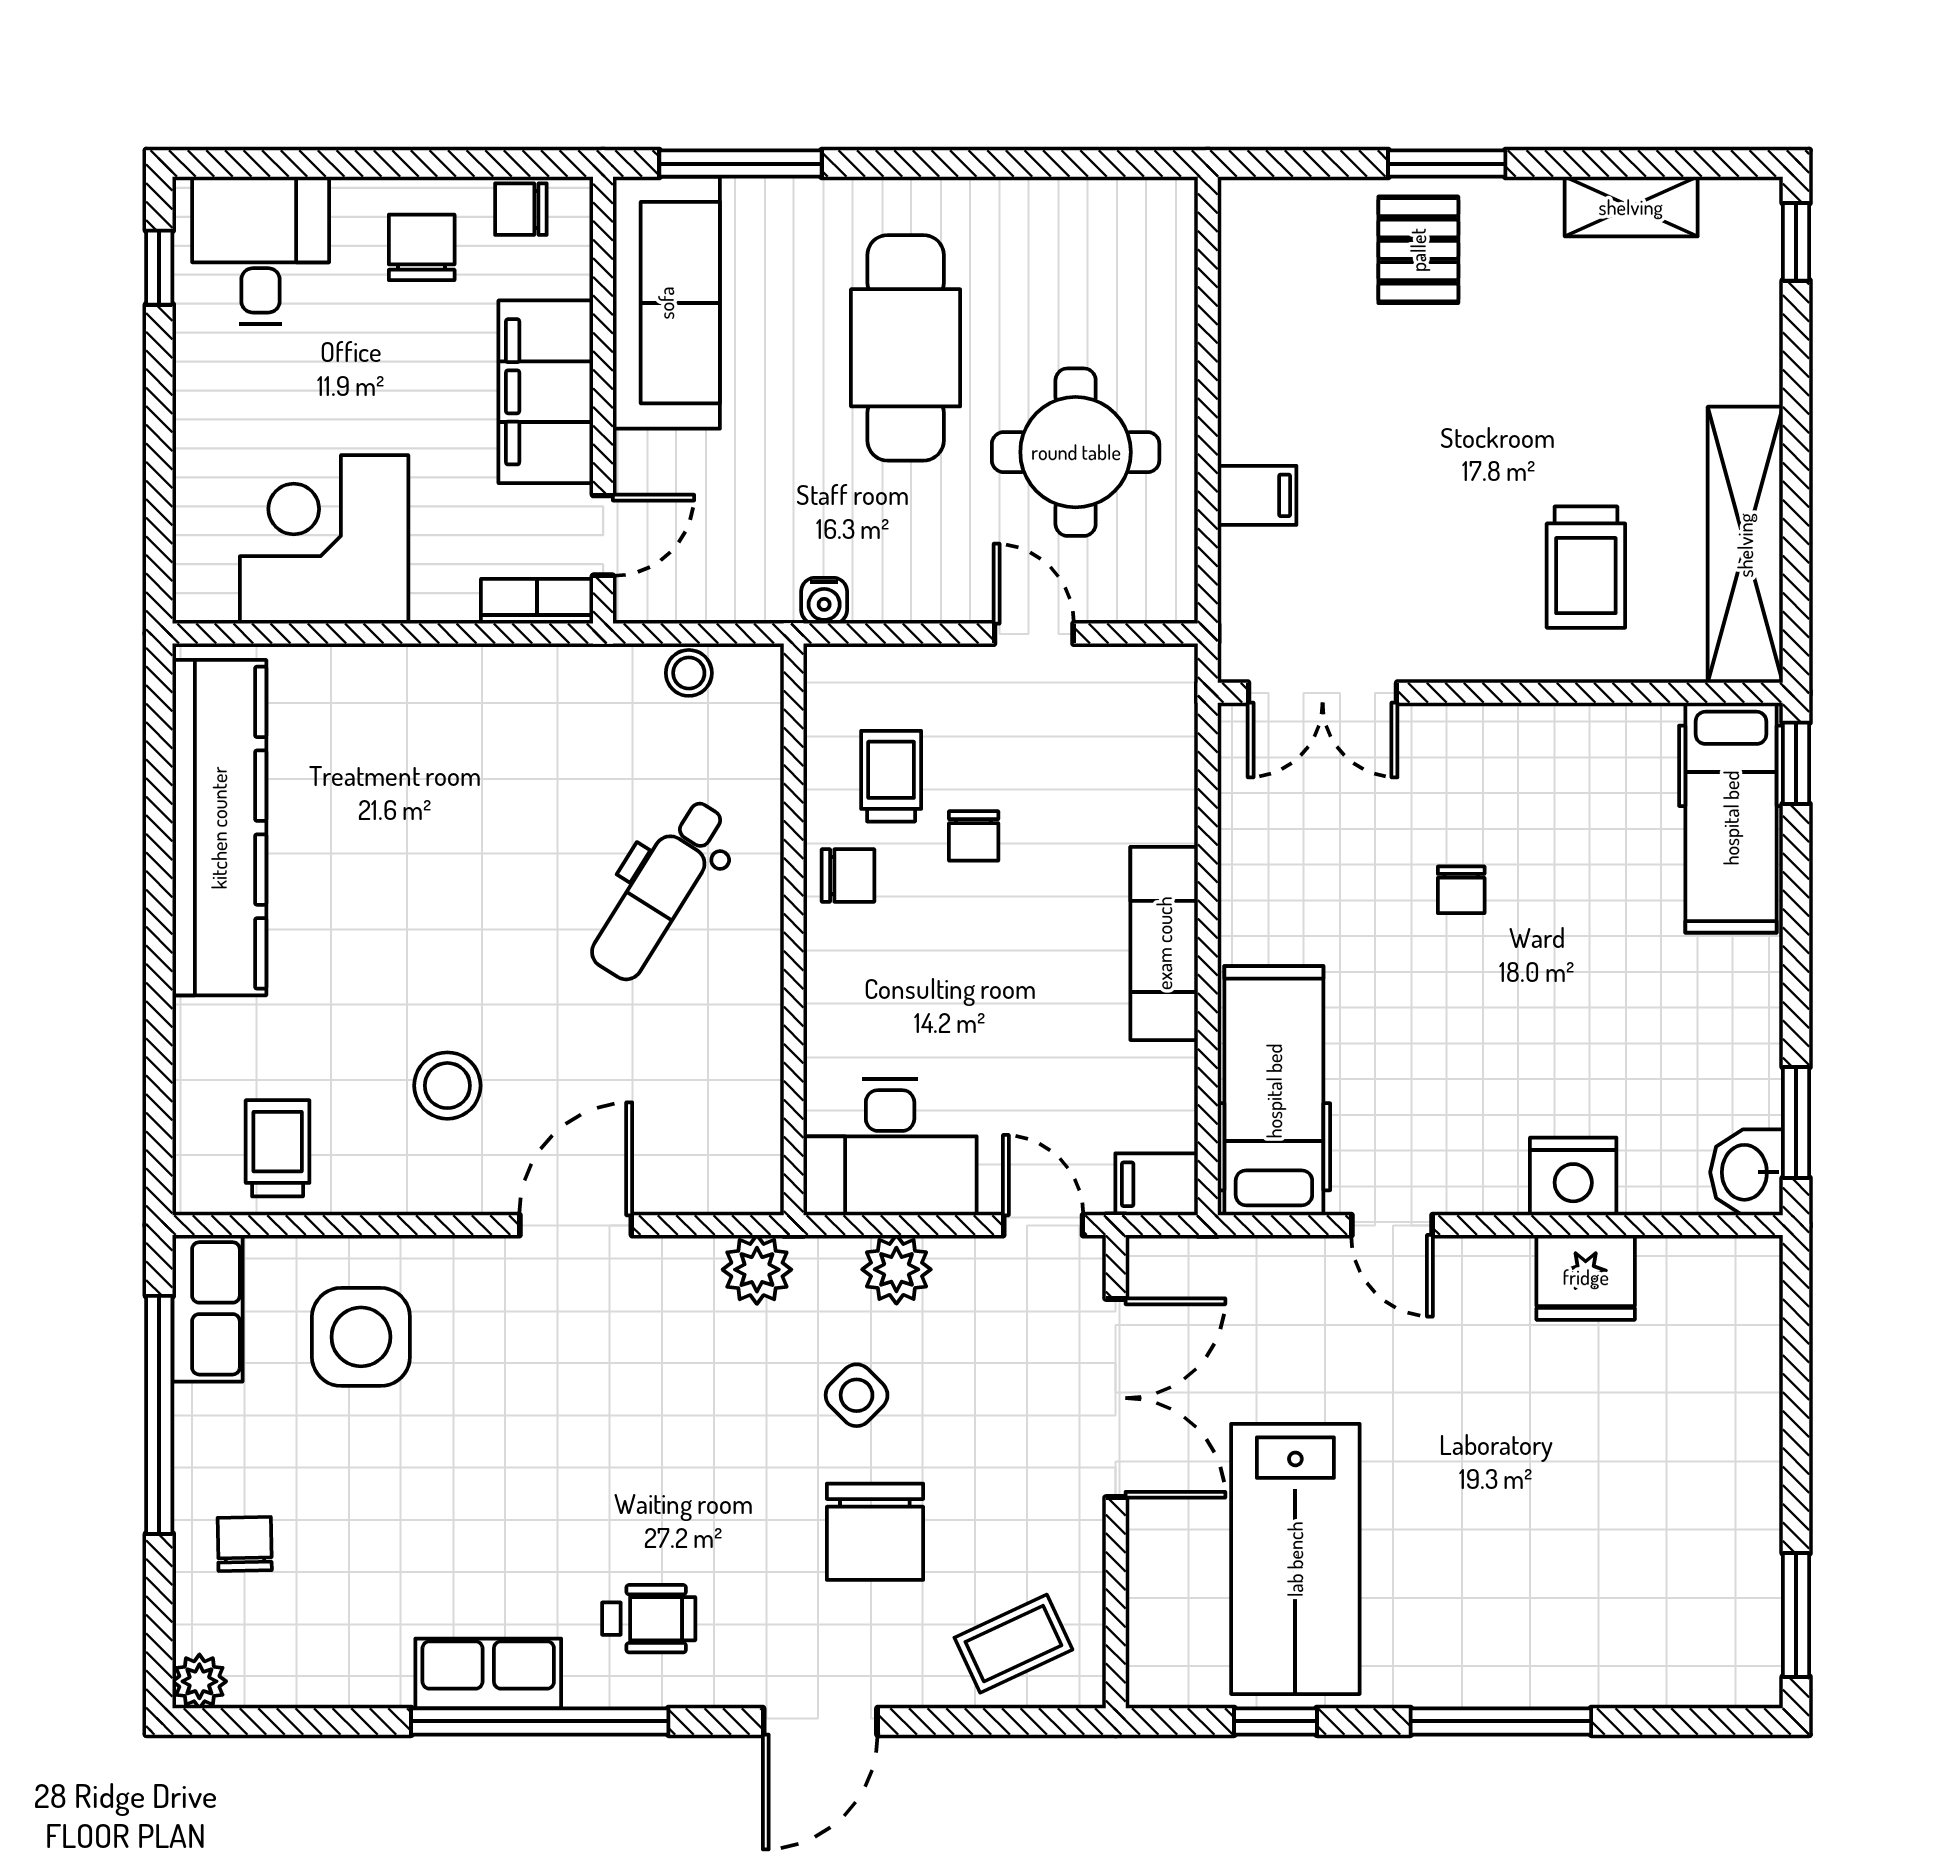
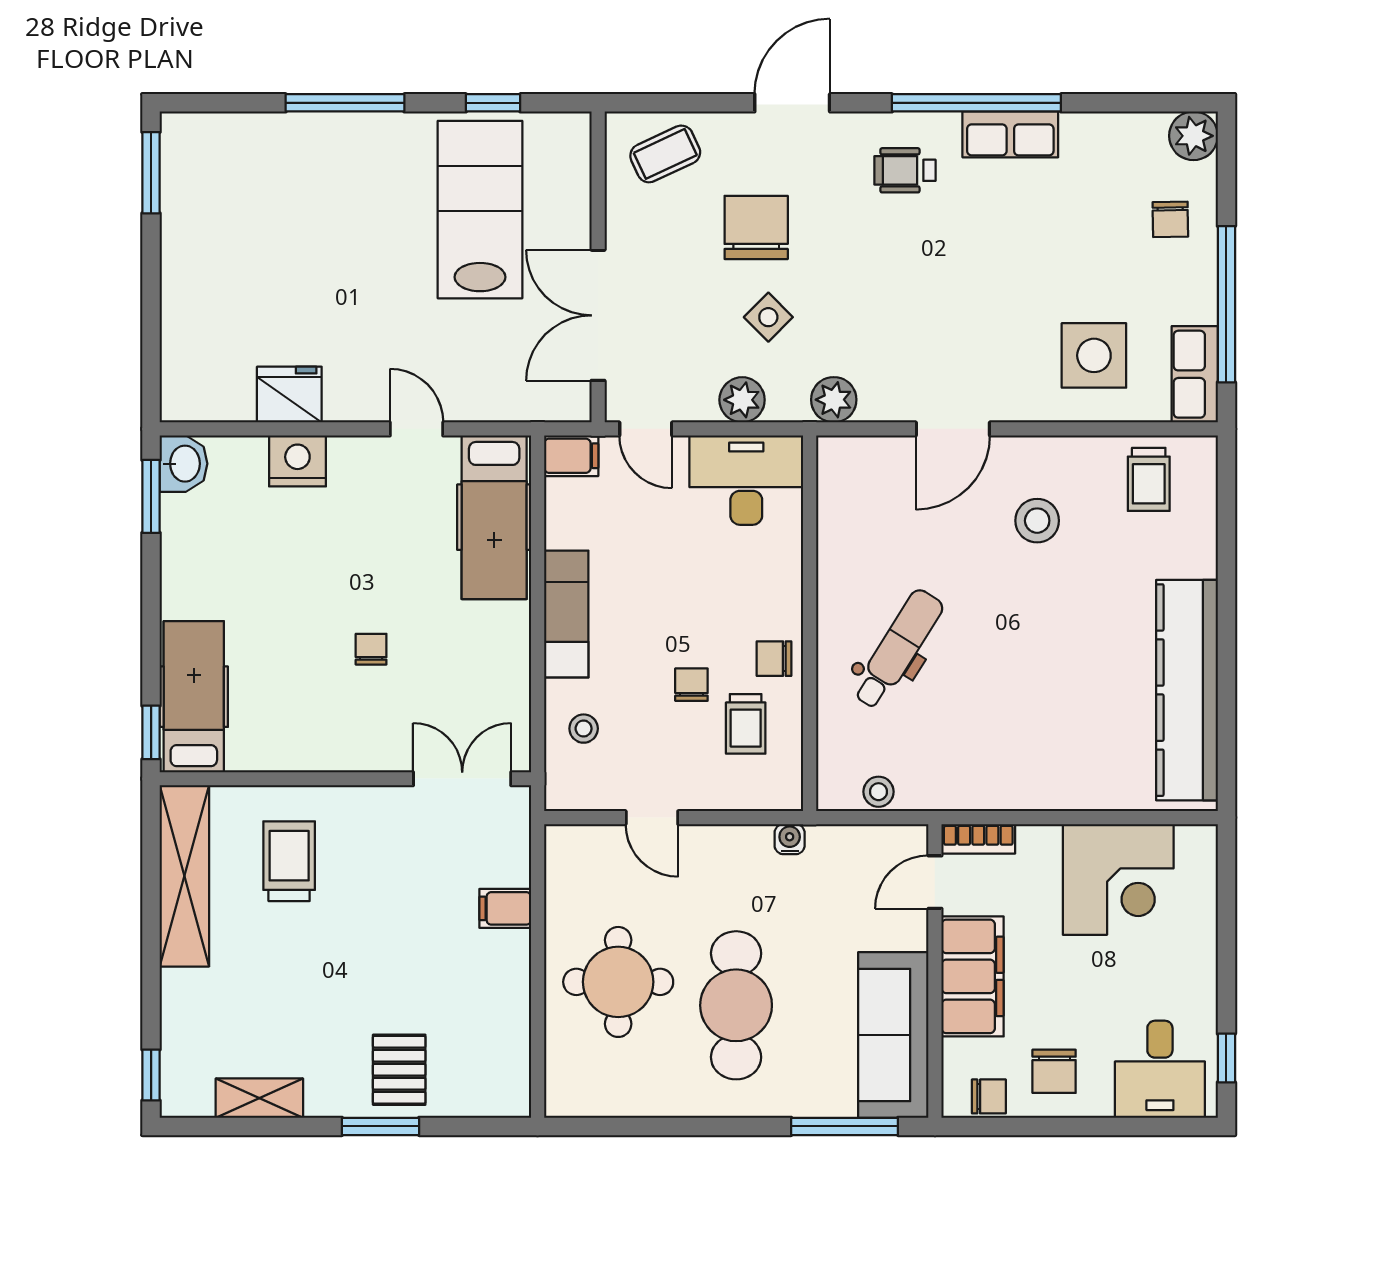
round table: (1076, 452) -> (618, 982), moved
stool: (1138, 769) -> (584, 729), added
plant: (199, 1681) -> (1193, 136), width x1.38, depth x1.38

